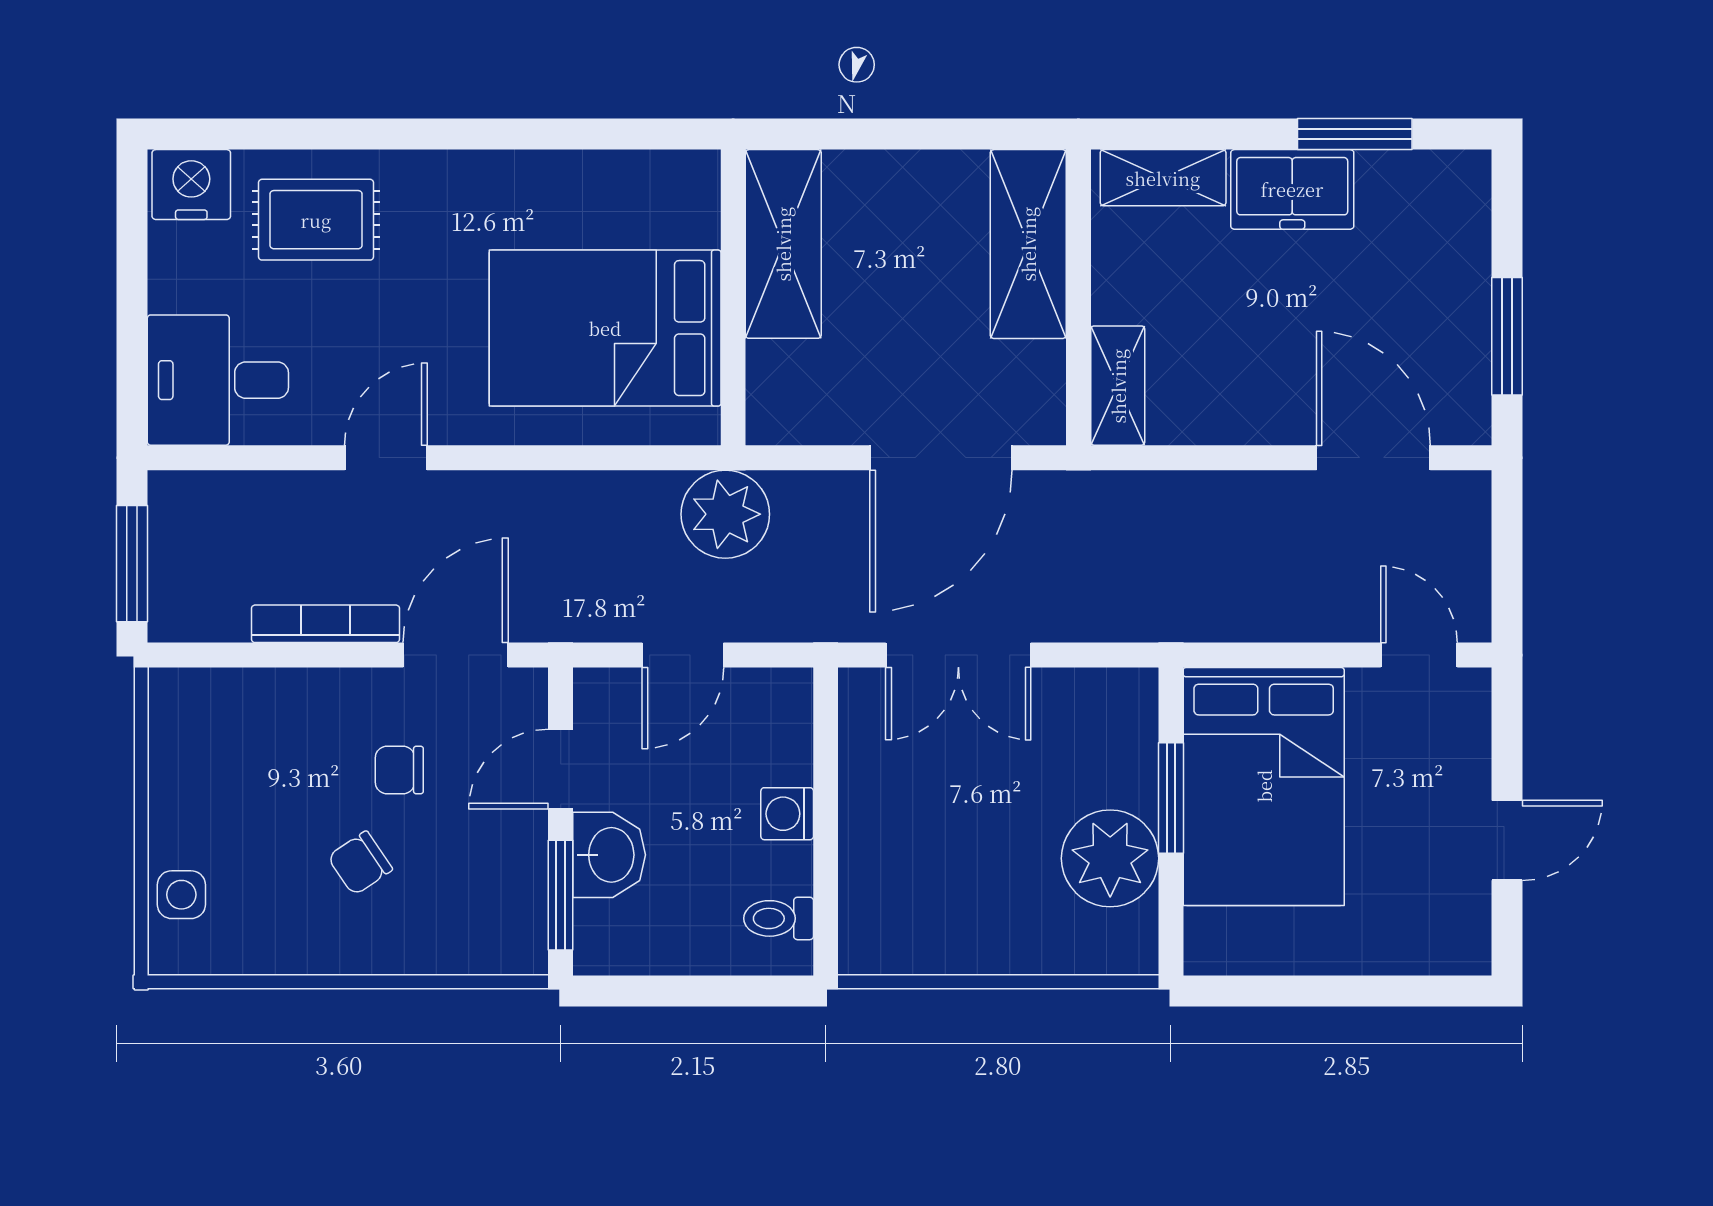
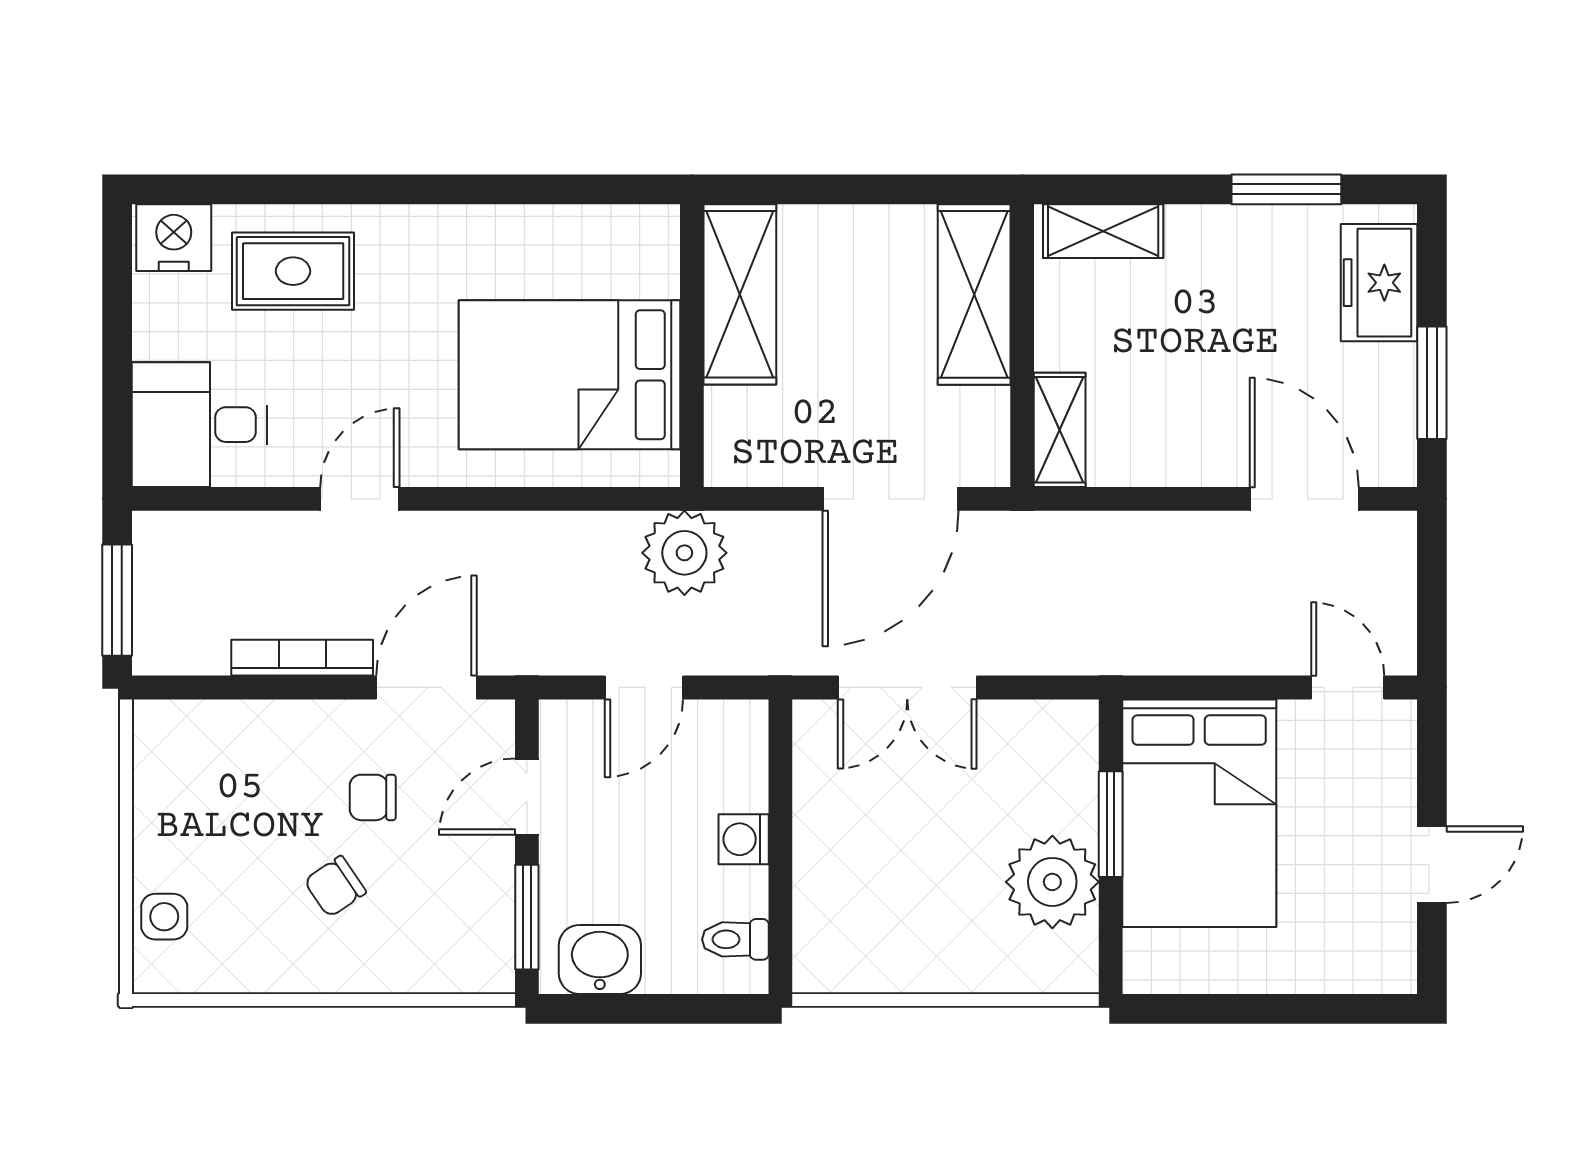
freezer: (1292, 189) -> (1379, 283), moved, turned 90
washbasin: (609, 855) -> (600, 959), moved, turned -90

